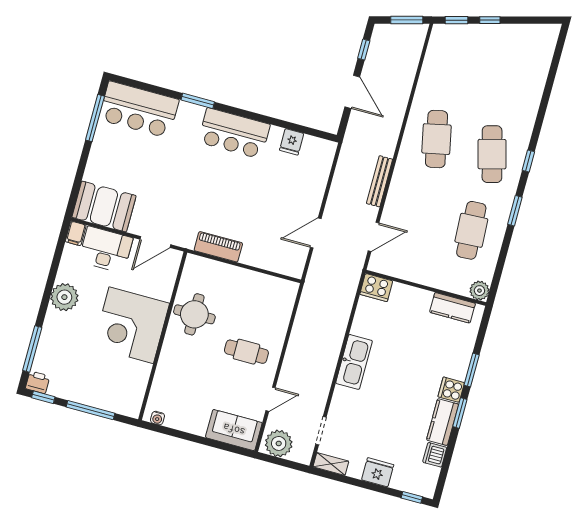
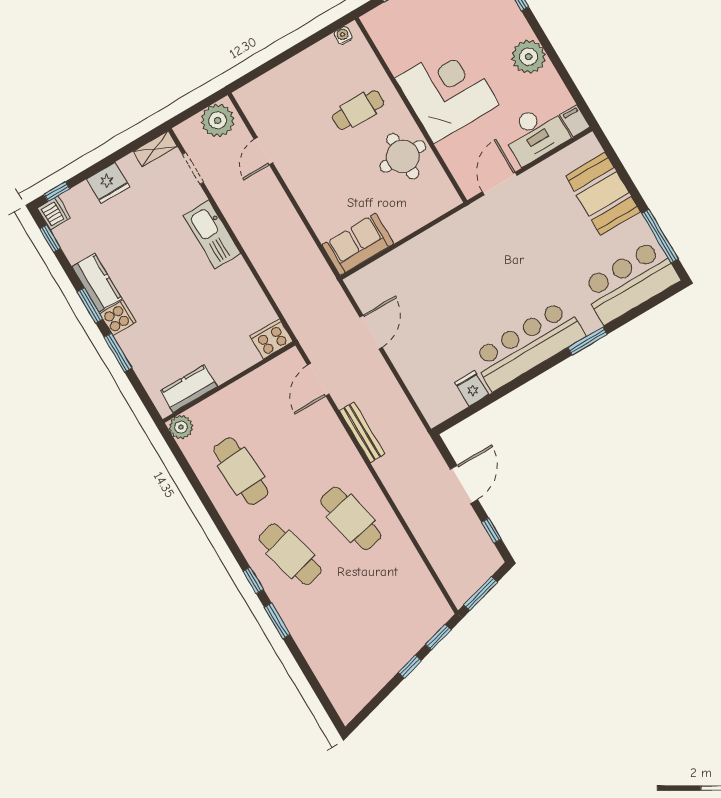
door: (352, 92) -> (464, 484), swing flipped
bar counter: (234, 133) -> (528, 345), width x1.36
booth: (104, 206) -> (603, 194), moved, turned 90
window: (515, 211) -> (277, 621), moved
piano: (218, 247) -> (442, 235), removed
cafe table: (246, 352) -> (358, 110), moved
kitchen sink: (354, 362) -> (212, 234), moved
sofa: (234, 430) -> (358, 244), moved, turned 180
dishwasher: (435, 455) -> (54, 213), moved
window: (443, 475) -> (50, 238), added

